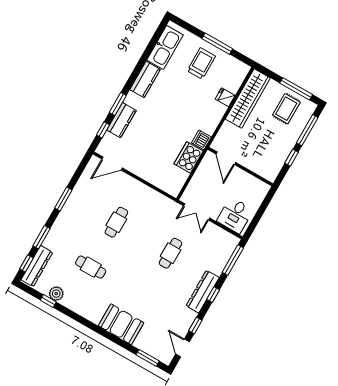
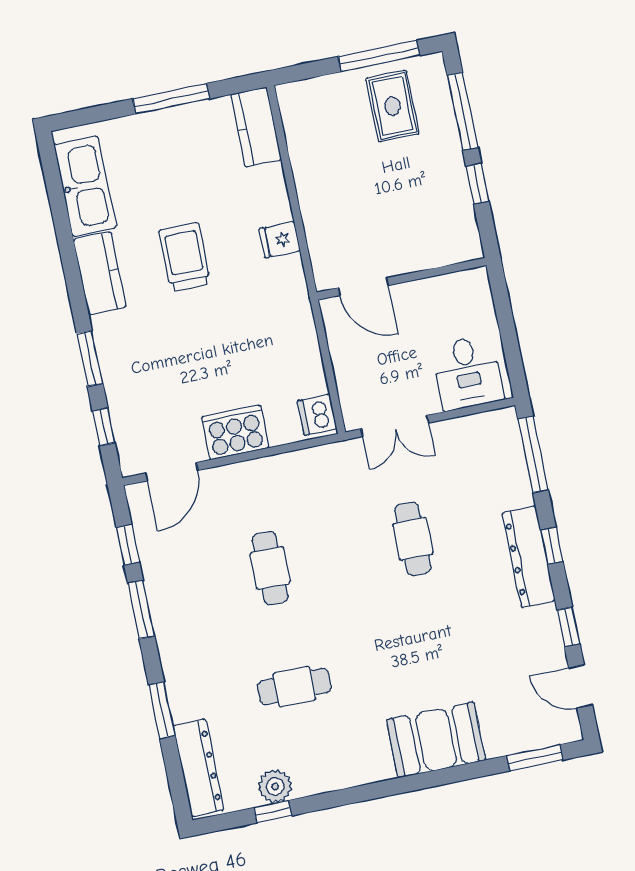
trolley: (201, 63) -> (185, 257), moved
fridge: (225, 97) -> (280, 240), moved
wardrobe: (248, 98) -> (309, 148), removed
kitchen counter: (121, 120) -> (256, 127), moved, turned 180
dishwasher: (201, 140) -> (317, 415), moved
cooker: (189, 157) -> (235, 432), moved, turned 90
window: (27, 263) -> (128, 545), moved

